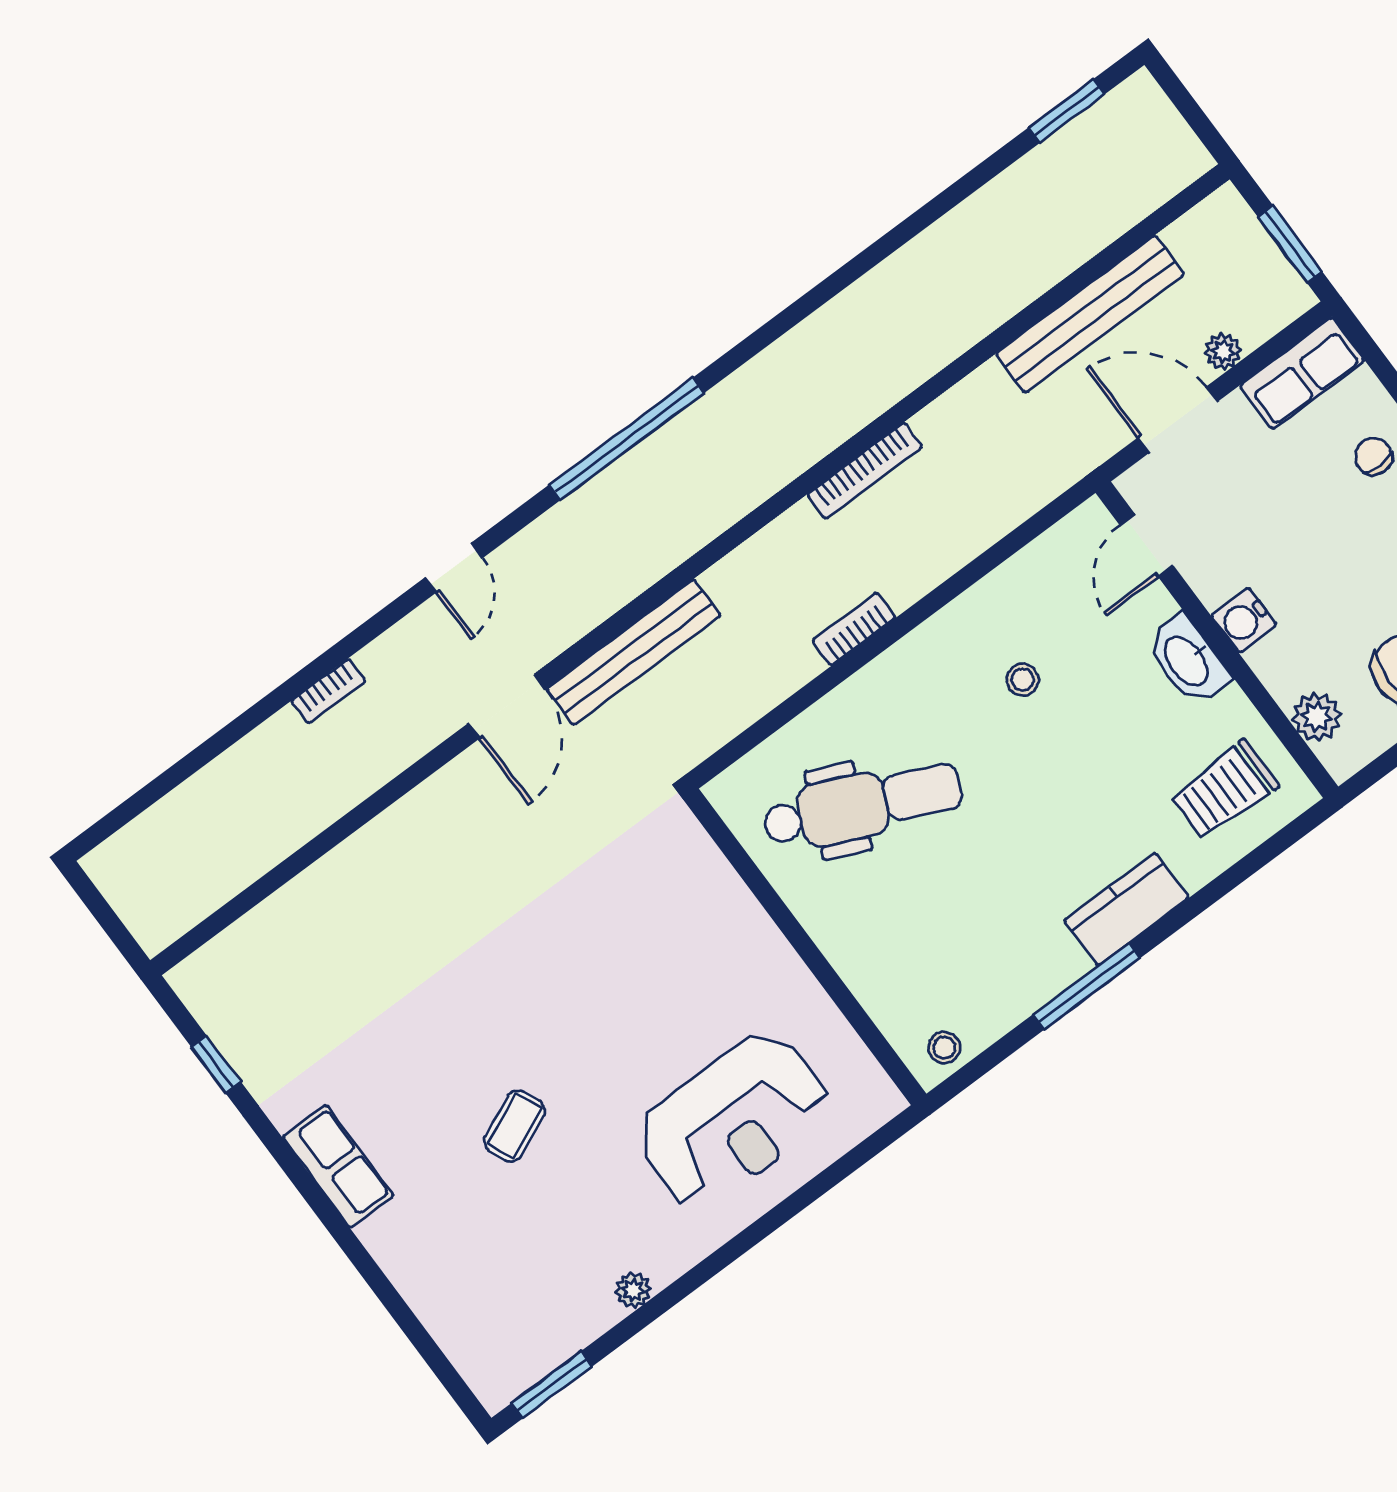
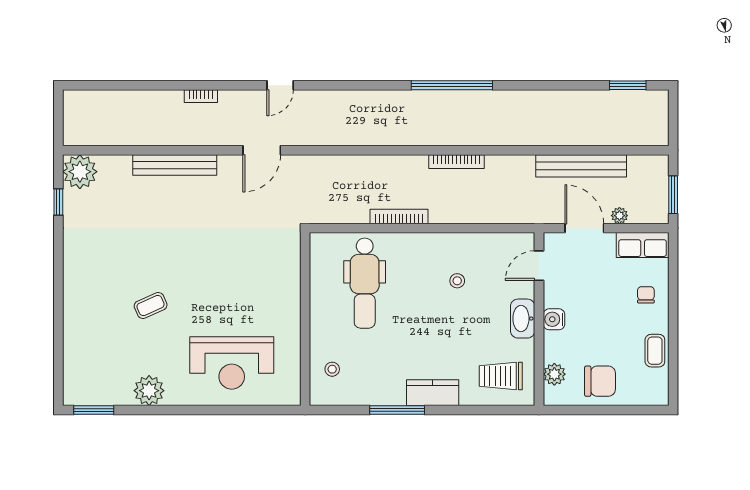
window: (627, 439) -> (452, 85), moved
bookcase: (854, 629) -> (399, 216), width x1.56
bench: (634, 652) -> (175, 165), moved
dental chair: (862, 805) -> (365, 283), turned 66
plant: (214, 983) -> (80, 172), added
stool: (944, 1048) -> (332, 369), moved
row of seats: (338, 1166) -> (75, 272), removed
plant: (633, 1290) -> (149, 391), width x1.87, depth x1.87

